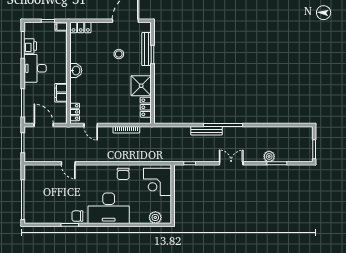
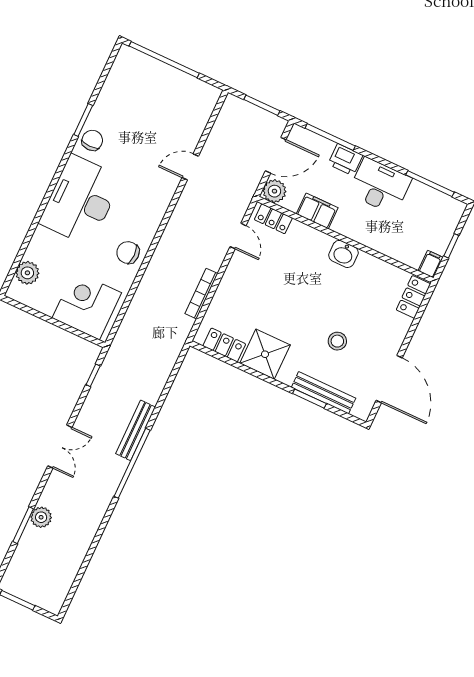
printer: (30, 46) -> (345, 160), moved
plant: (61, 118) -> (274, 191), added
door: (91, 125) -> (238, 236), swing flipped

